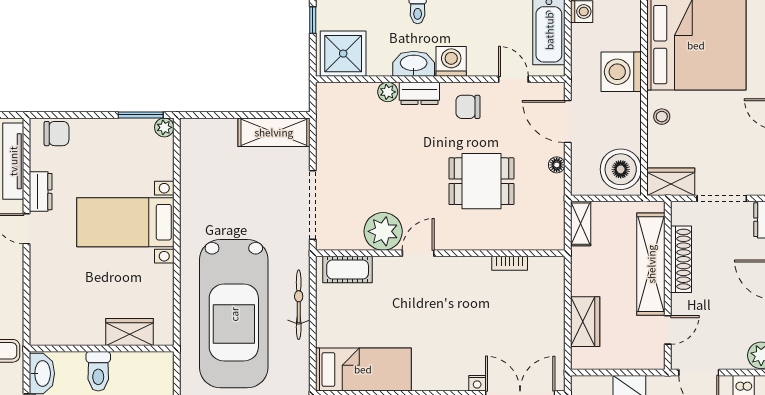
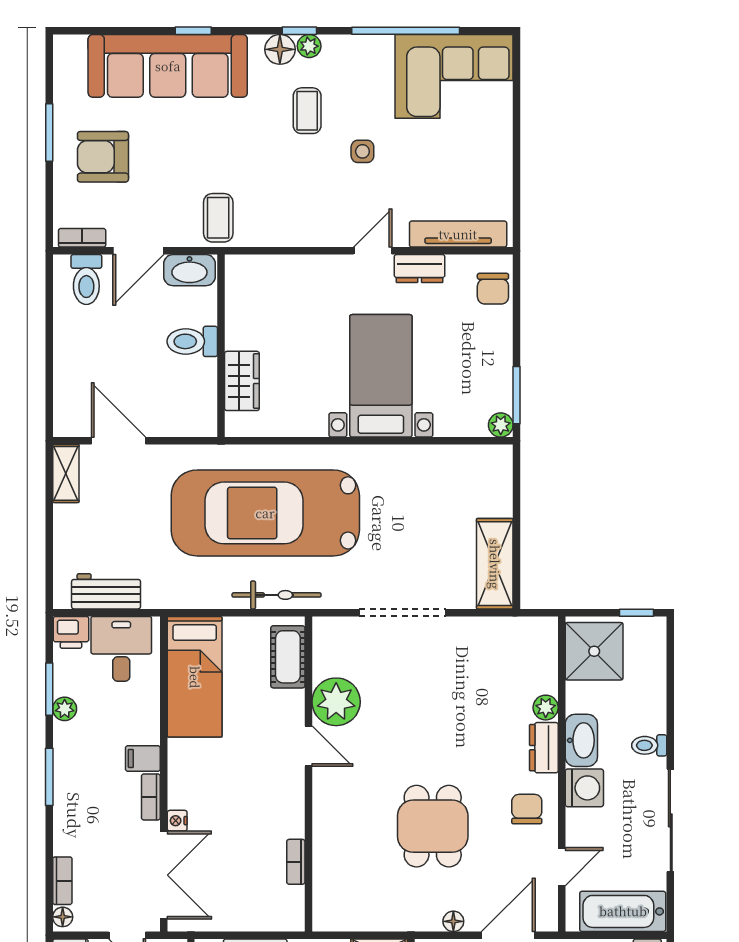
plant: (383, 231) -> (336, 702), moved
door: (418, 253) -> (308, 746), moved
wall: (440, 253) -> (308, 774), moved
bookcase: (510, 263) -> (296, 862), moved
cot: (348, 269) -> (288, 657), moved

